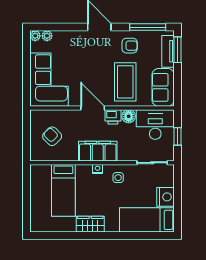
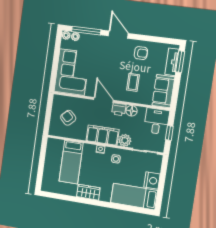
window: (148, 27) -> (86, 31), moved
coffee table: (125, 82) -> (133, 82), width x0.54, depth x0.58
desk: (155, 125) -> (157, 121), width x0.73
plant: (126, 153) -> (125, 140), added

